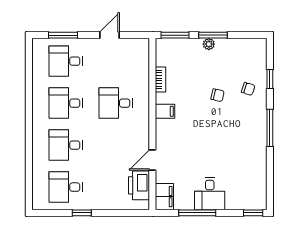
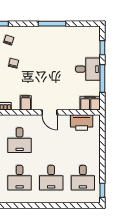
window: (270, 128) -> (52, 24), moved
door: (152, 160) -> (49, 112), moved
window: (82, 213) -> (102, 190), moved
window: (253, 213) -> (102, 48), moved

